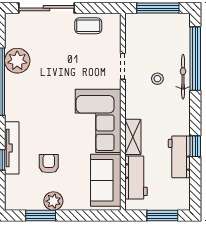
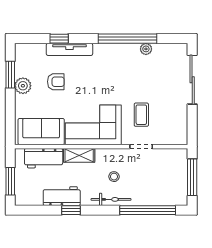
coffee table: (88, 26) -> (141, 115), moved
plant: (17, 61) -> (146, 49), width x0.53, depth x0.53
bicycle: (183, 77) -> (111, 199), moved
stool: (157, 79) -> (114, 177), moved

